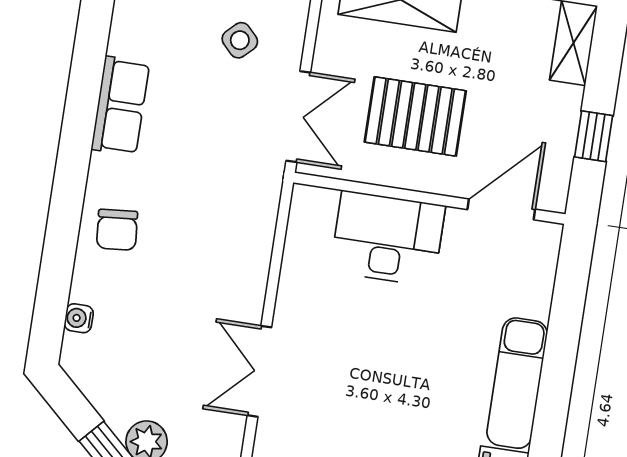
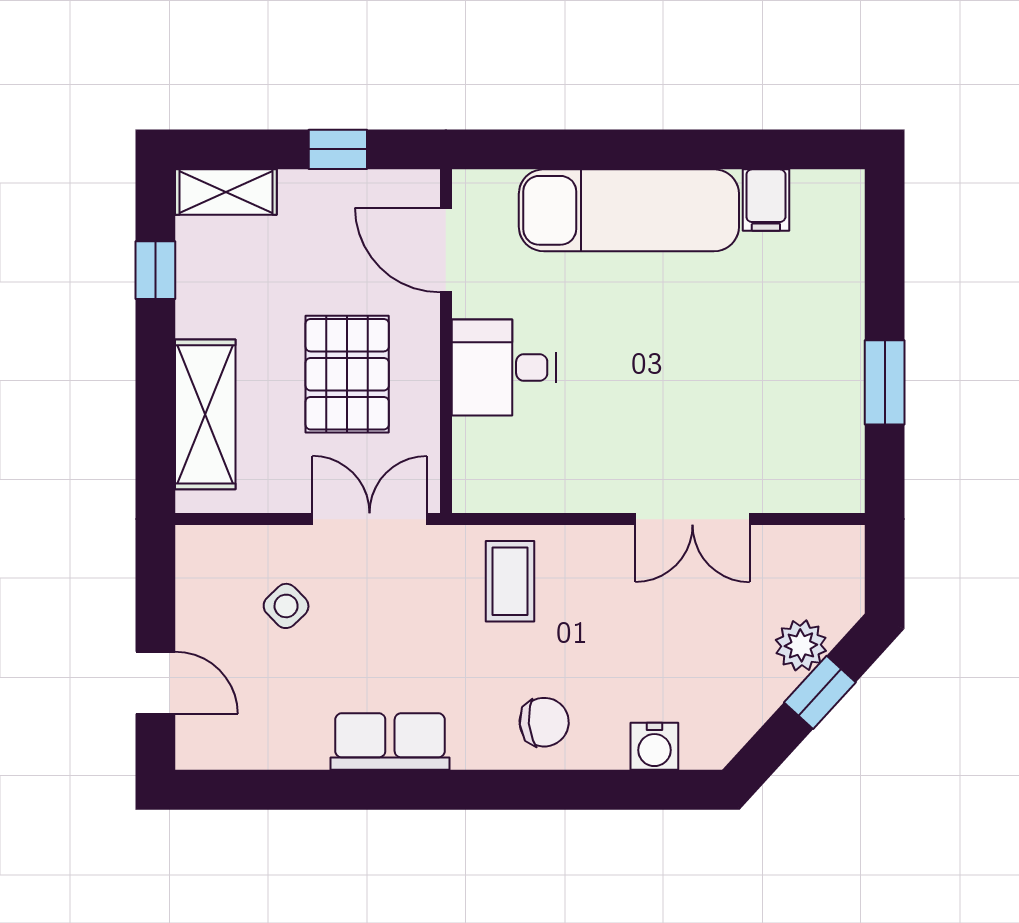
coffee table: (232, 220) -> (510, 581), added
desk: (388, 239) -> (504, 367), width x0.73
water cooler: (79, 318) -> (654, 746), width x1.38, depth x1.38
exam couch: (517, 383) -> (629, 210), width x1.36, depth x1.45

